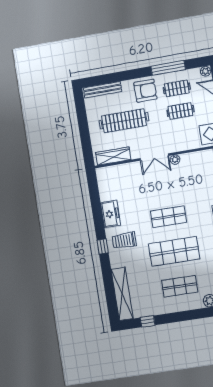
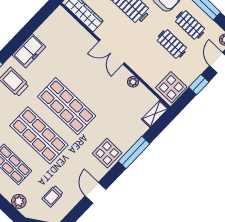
plant: (175, 160) -> (133, 82), moved
shop shelf: (168, 217) -> (67, 106), width x1.43, depth x1.36

